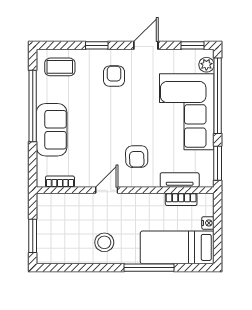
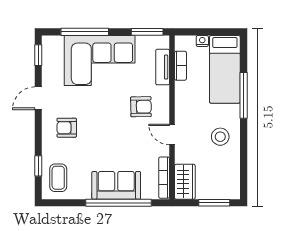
window: (97, 45) -> (38, 166), moved
door: (146, 45) -> (38, 98), hinge flipped
plant: (206, 65) -> (56, 42), removed
window: (218, 96) -> (85, 32), width x0.68
window: (33, 106) -> (119, 203), moved
bookcase: (60, 182) -> (164, 178), width x1.56
wardrobe: (56, 204) -> (185, 182), added

